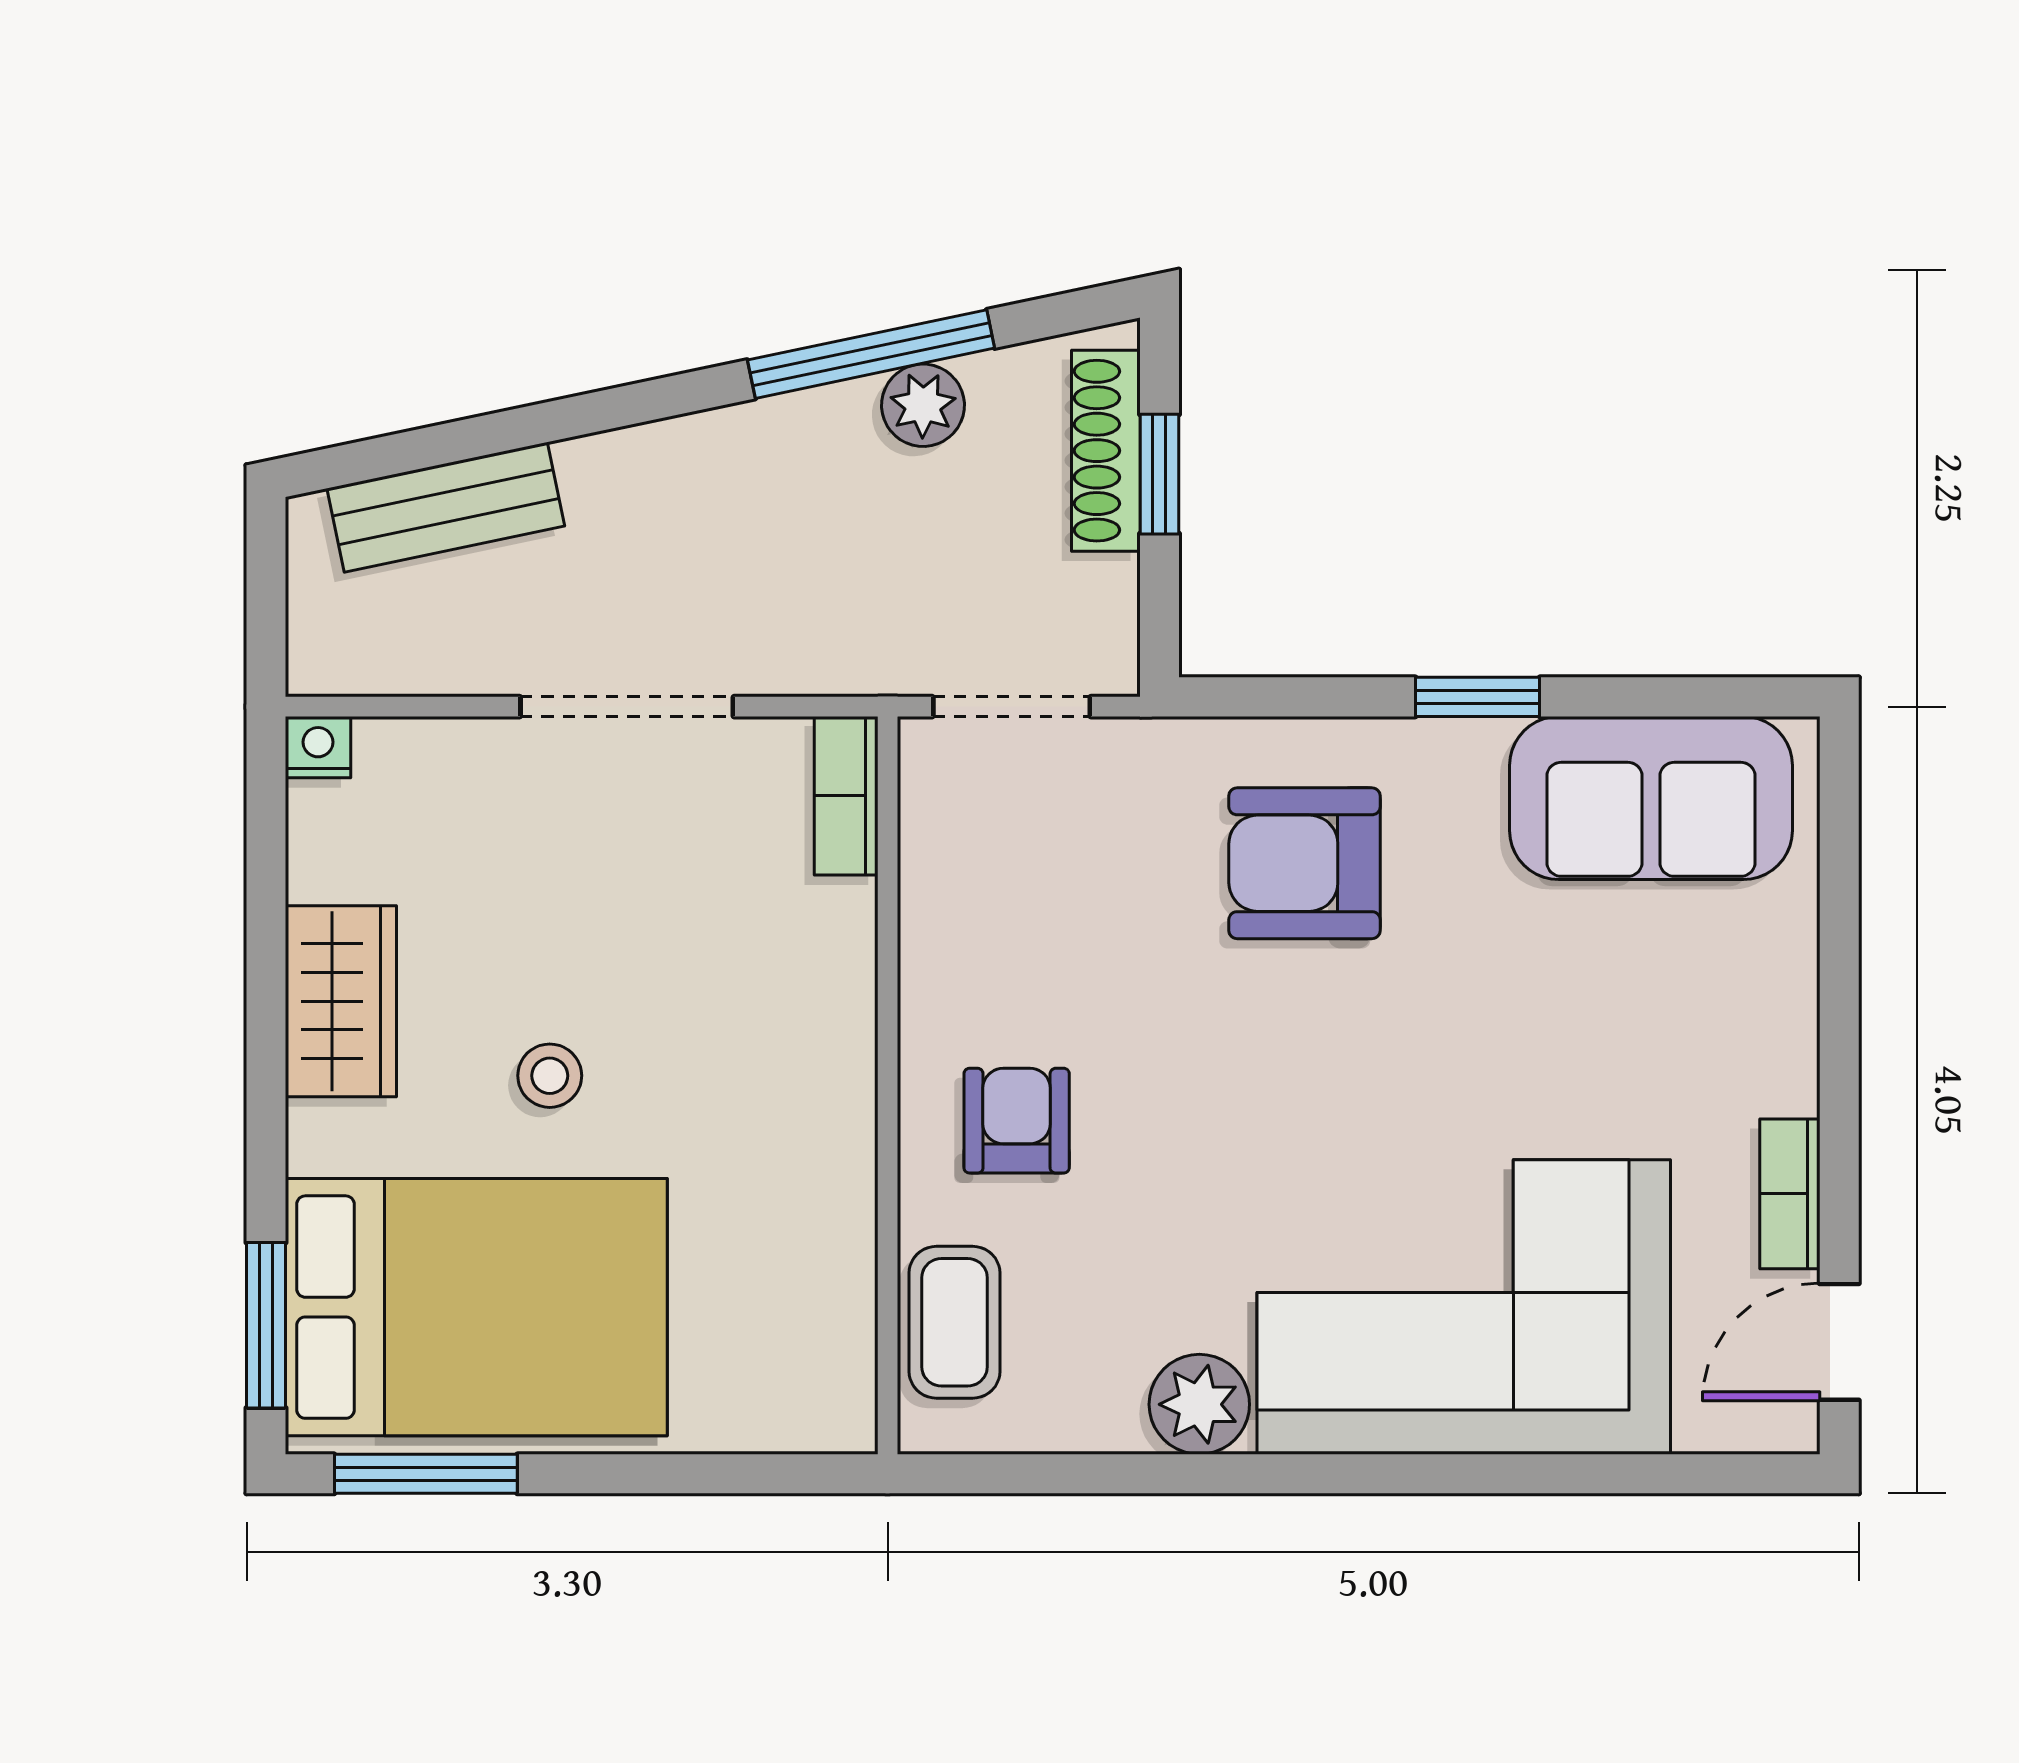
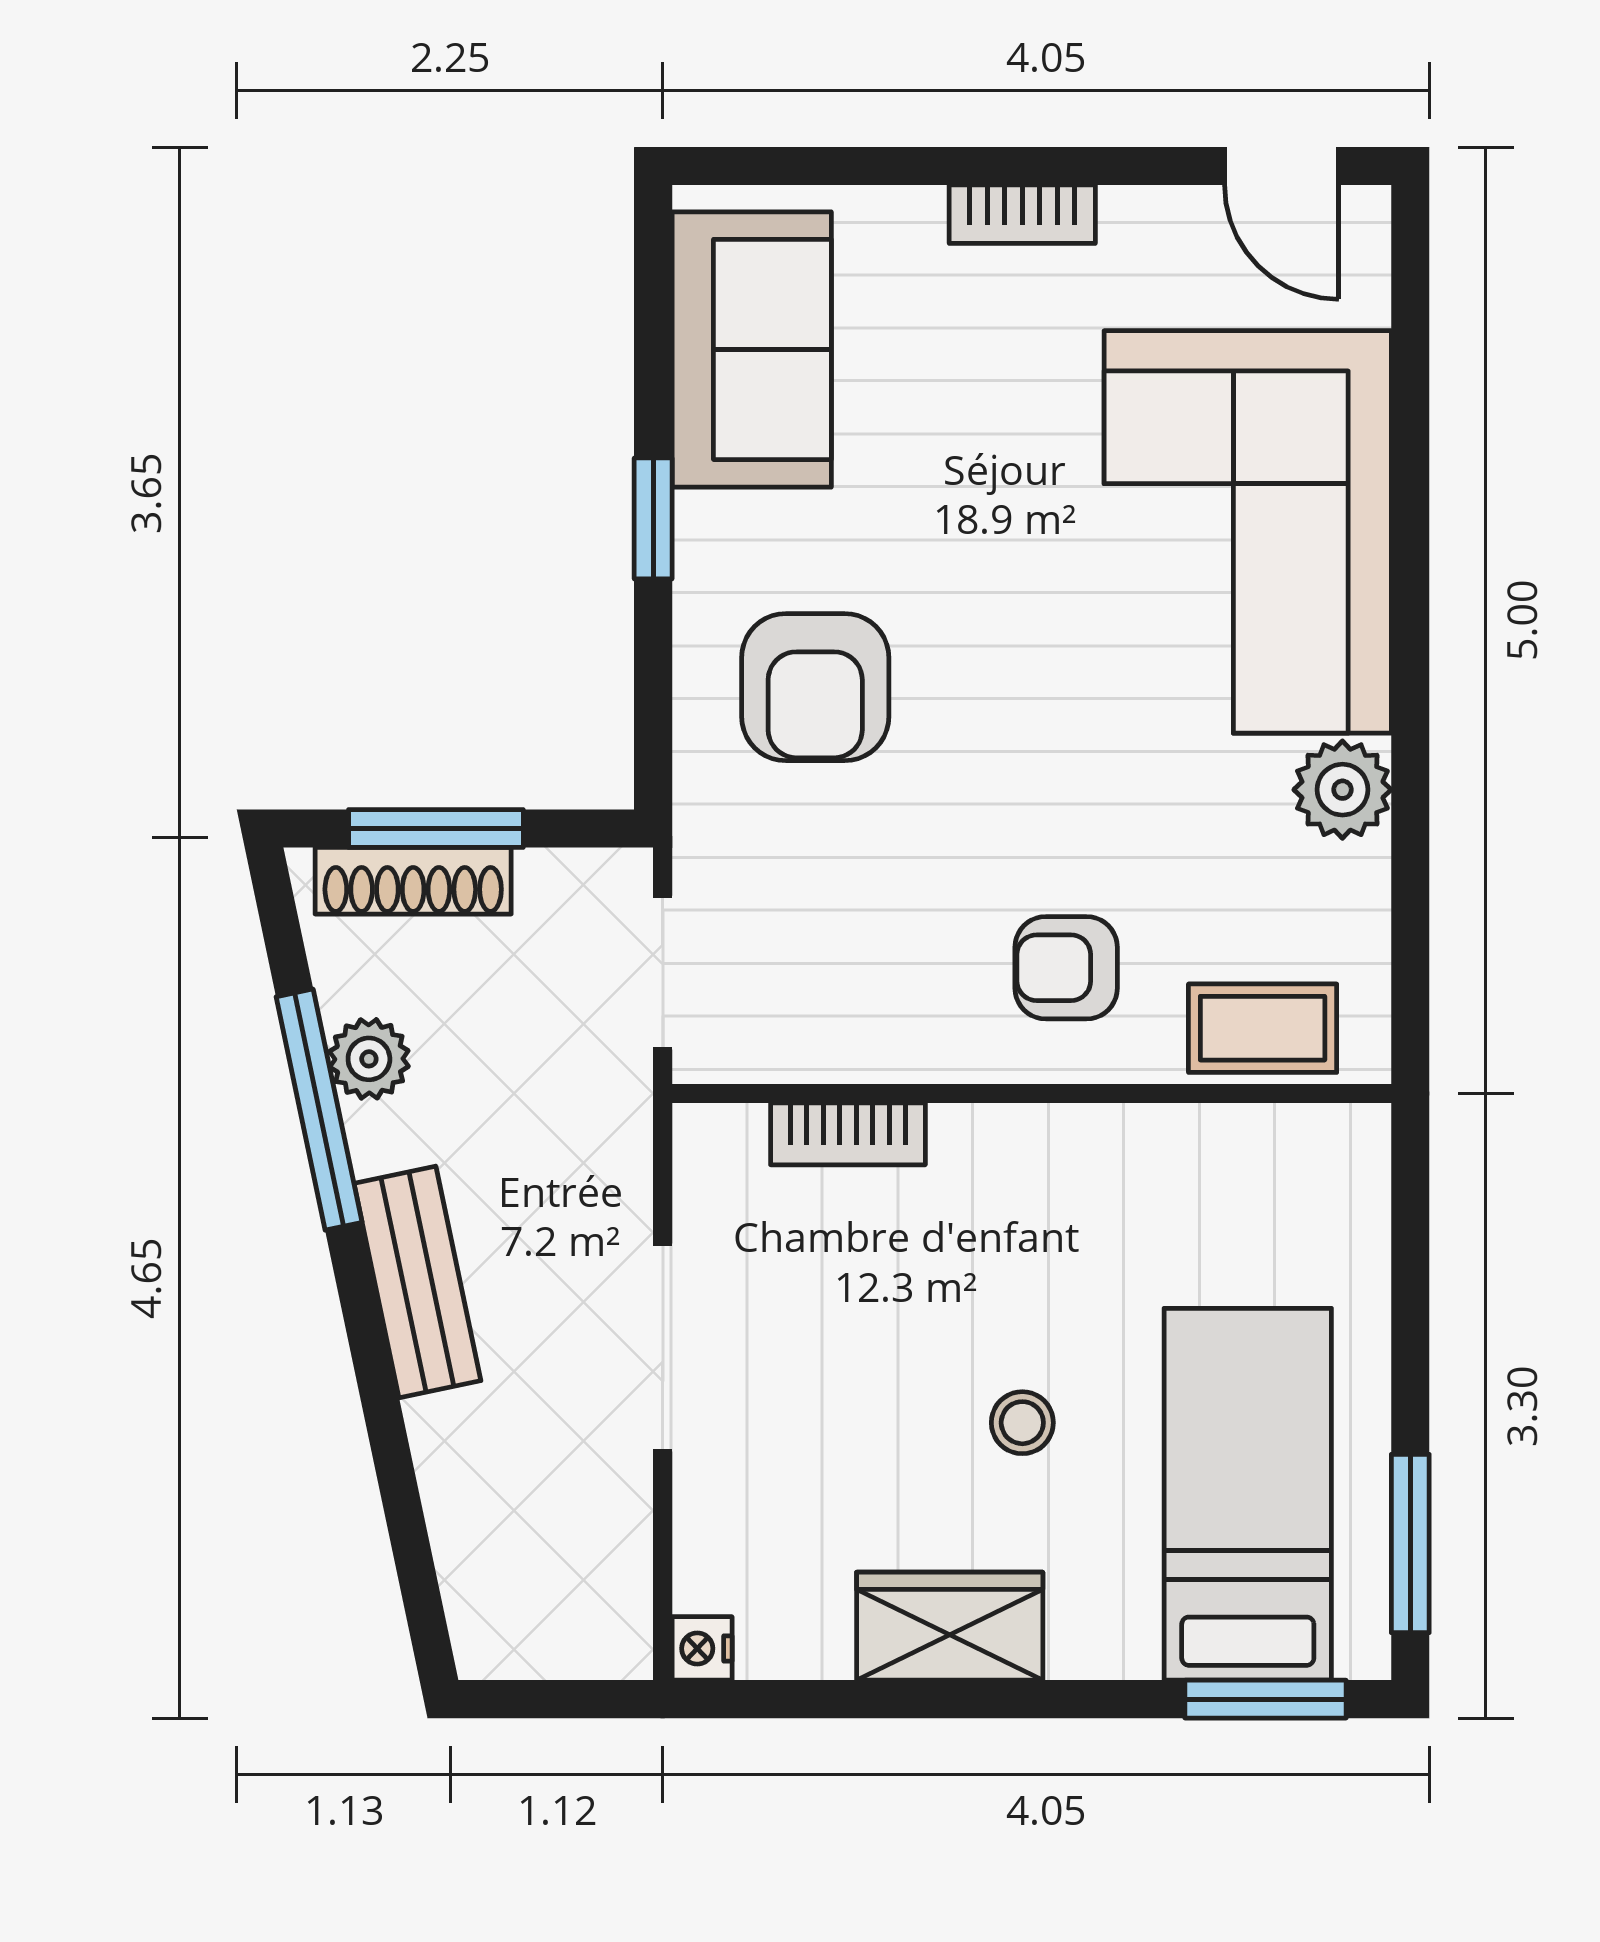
window: (1159, 474) -> (436, 828), width x1.50
bench: (446, 507) -> (417, 1282), moved
bookcase: (846, 796) -> (848, 1134), moved
bookcase: (1790, 1194) -> (1022, 214), moved
bed: (476, 1307) -> (1248, 1494), width x0.67

